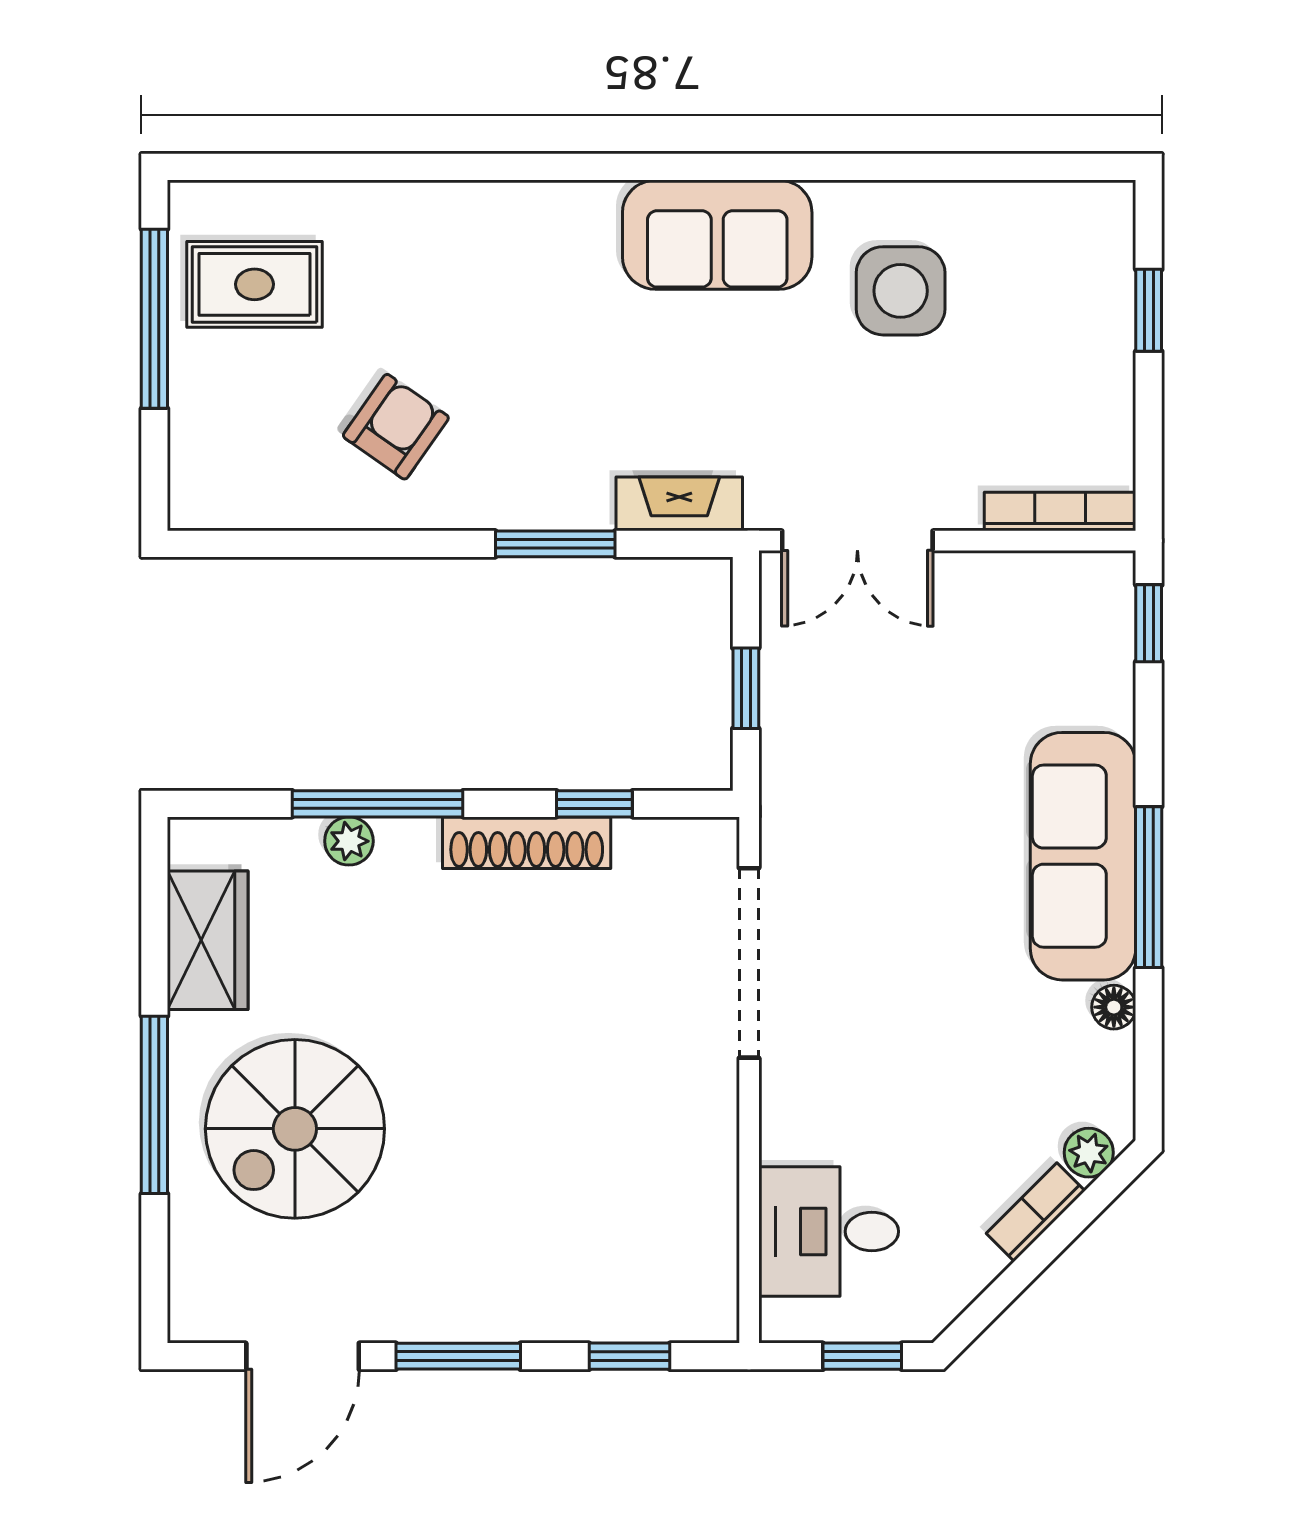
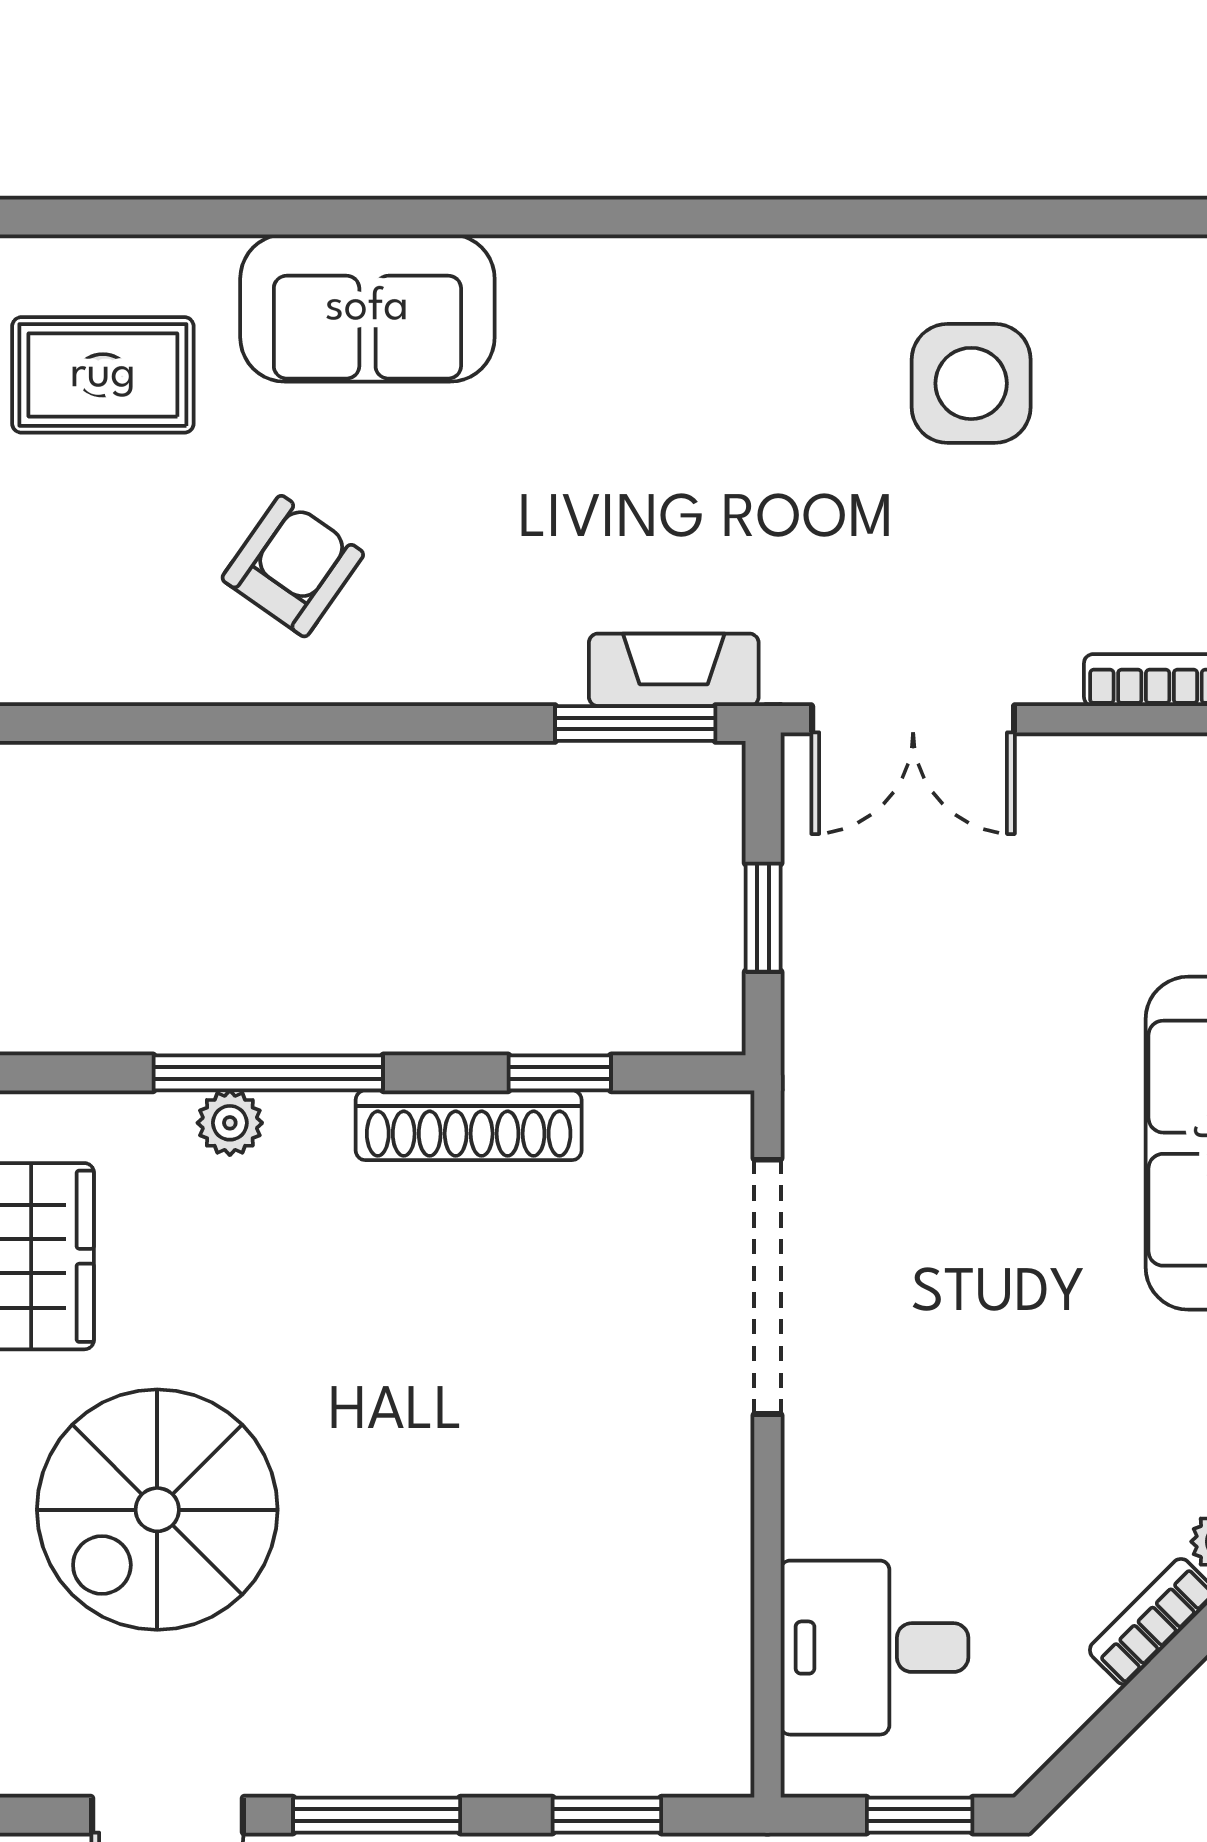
sofa: (717, 235) -> (367, 308), moved
window: (555, 544) -> (635, 724), moved

